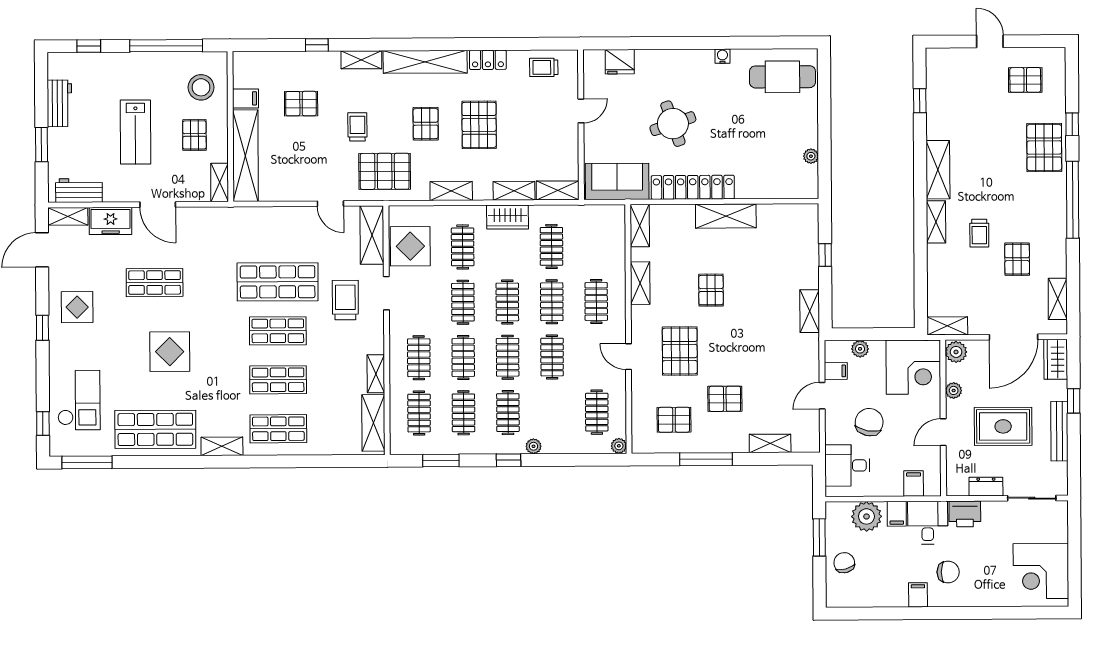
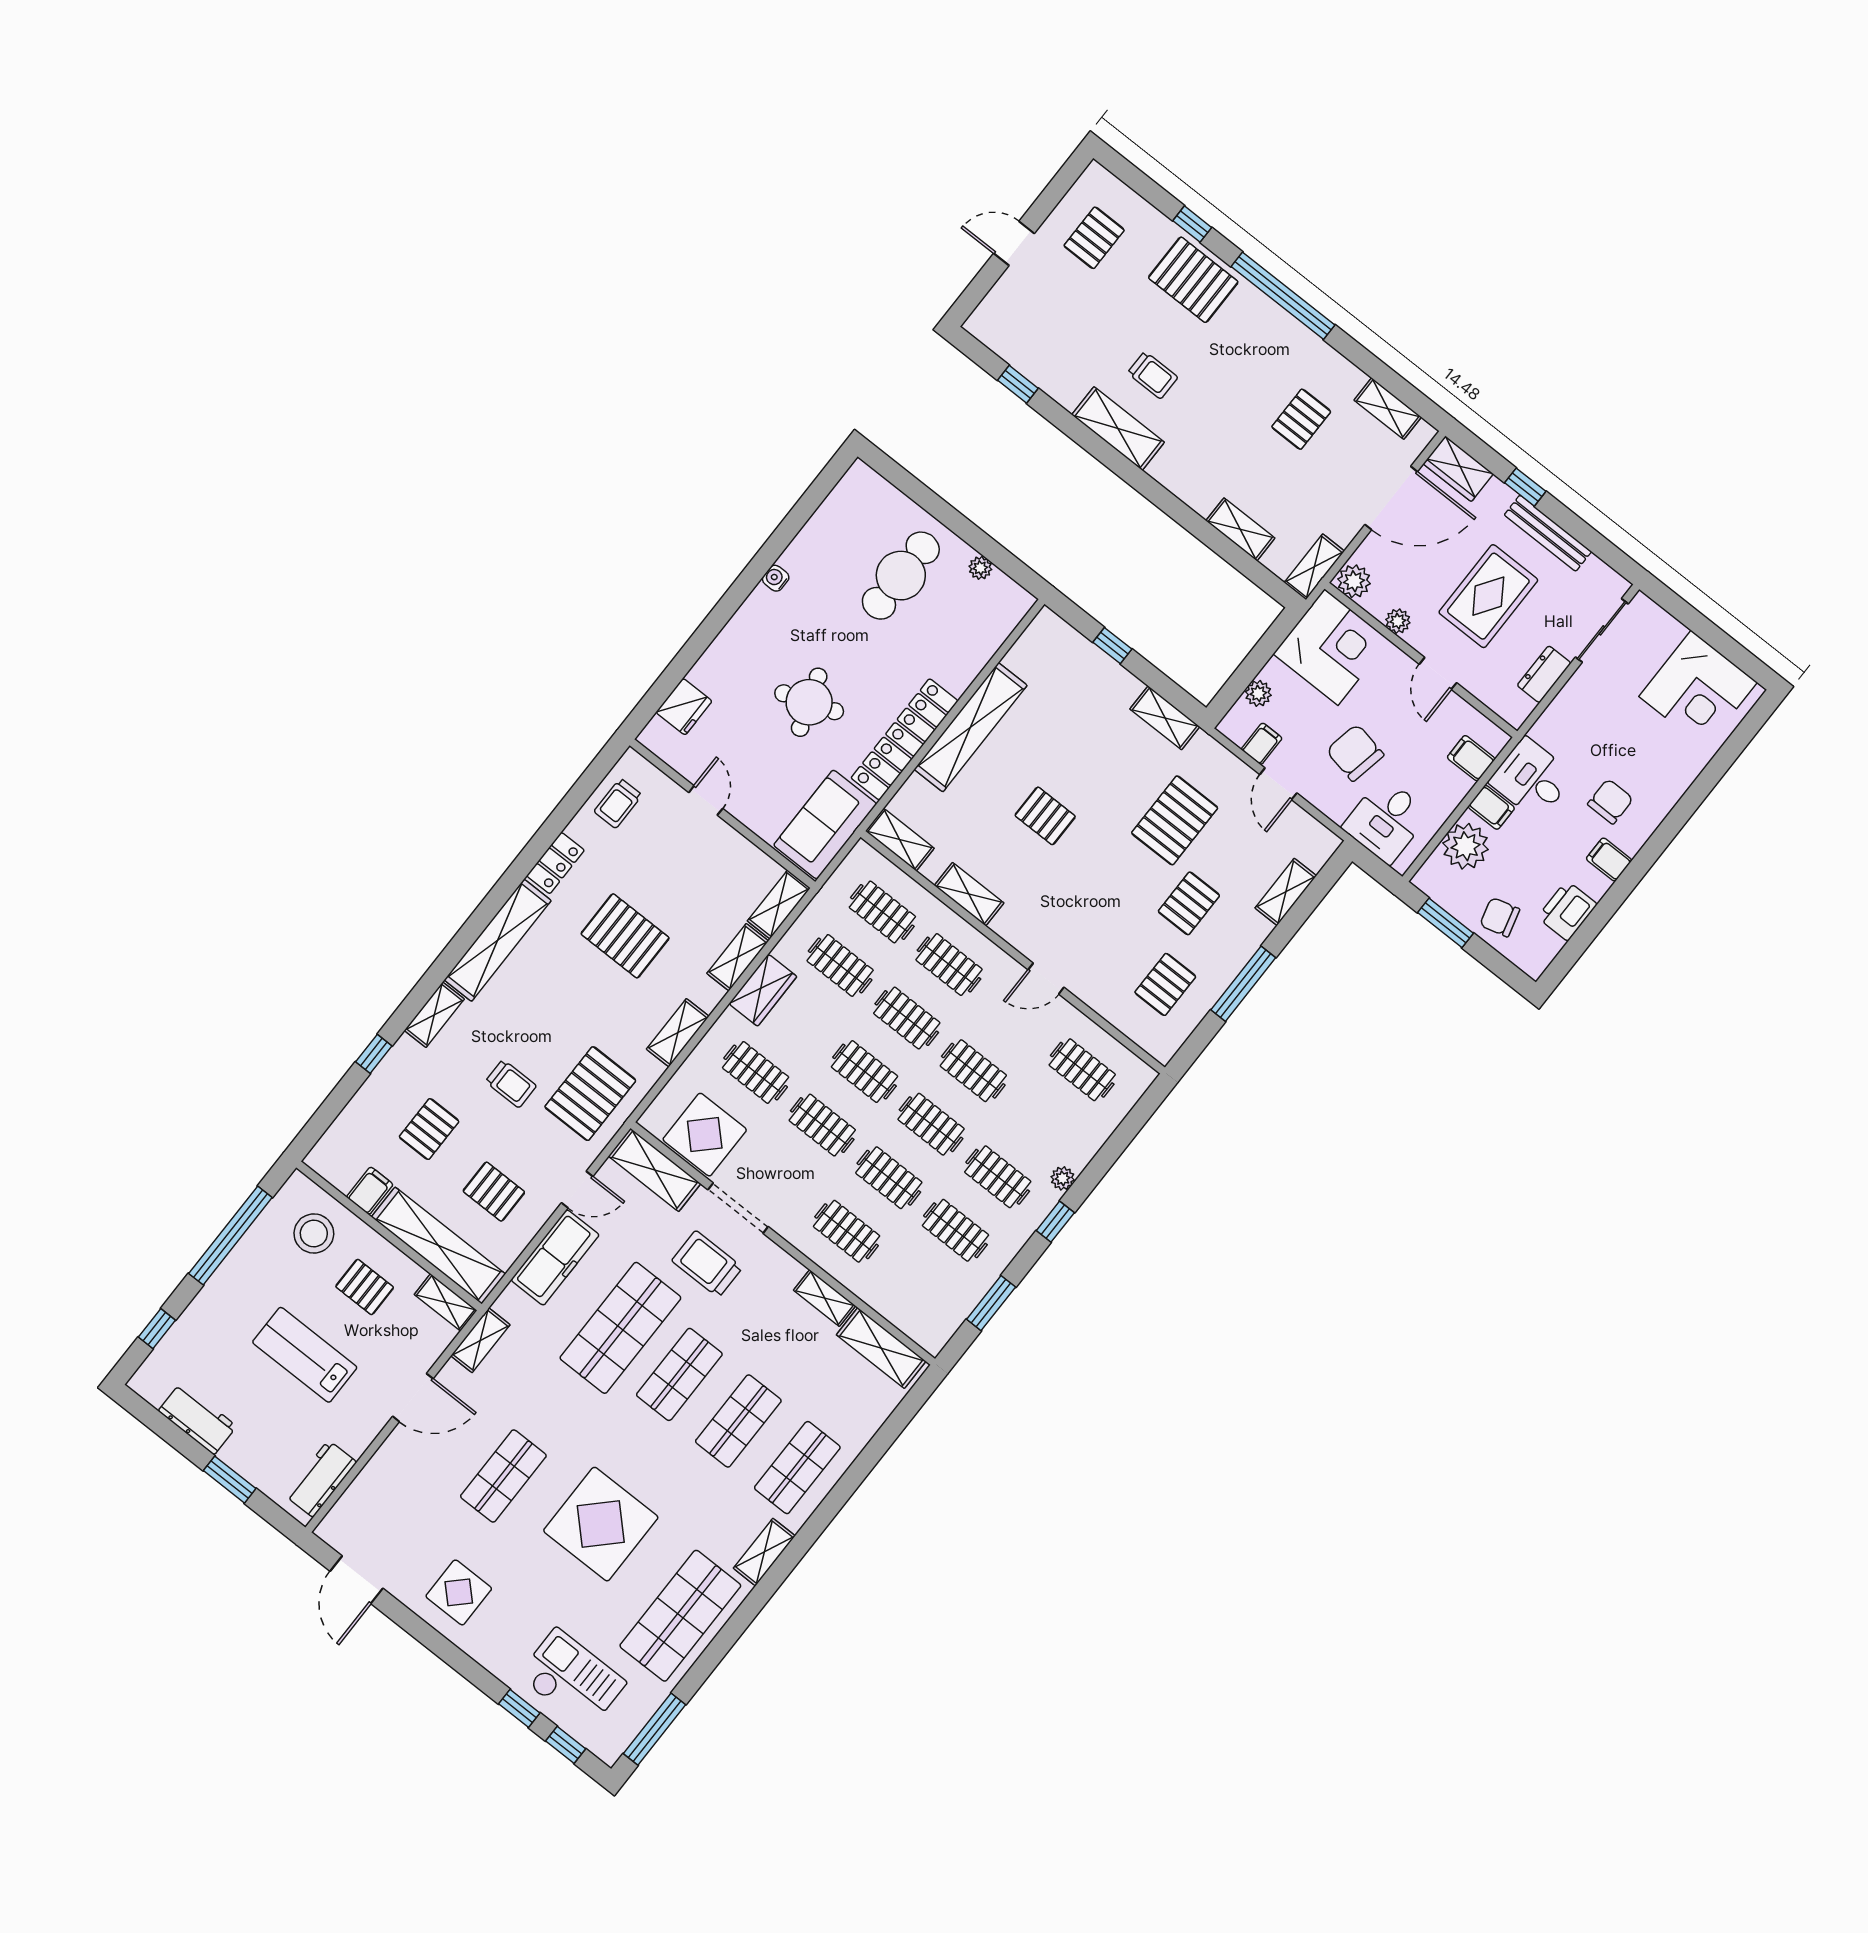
cafe table: (782, 77) -> (901, 576), moved
pallet: (426, 124) -> (494, 1192), moved
trolley: (357, 127) -> (511, 1084), turned 180
lab bench: (136, 132) -> (305, 1355), turned 180
shelving: (68, 216) -> (480, 1340), moved
shelving: (726, 216) -> (971, 727), width x1.47
freezer: (111, 221) -> (555, 1257), moved, width x1.40
shelving: (936, 222) -> (1240, 529), moved
trolley: (979, 233) -> (1153, 375), moved
pallet: (1017, 259) -> (1301, 419), turned 90
doorway: (386, 293) -> (738, 1208), width x1.38
window: (42, 328) -> (519, 1708), moved
door: (1014, 337) -> (1391, 498), hinge flipped
pallet: (680, 351) -> (1175, 820), moved, turned 90
display table: (170, 352) -> (601, 1524), width x1.36, depth x1.36
clothes rail: (419, 413) -> (882, 912), moved
plant: (619, 446) -> (1144, 1076), removed
printer: (965, 514) -> (1567, 911), moved, turned 180

